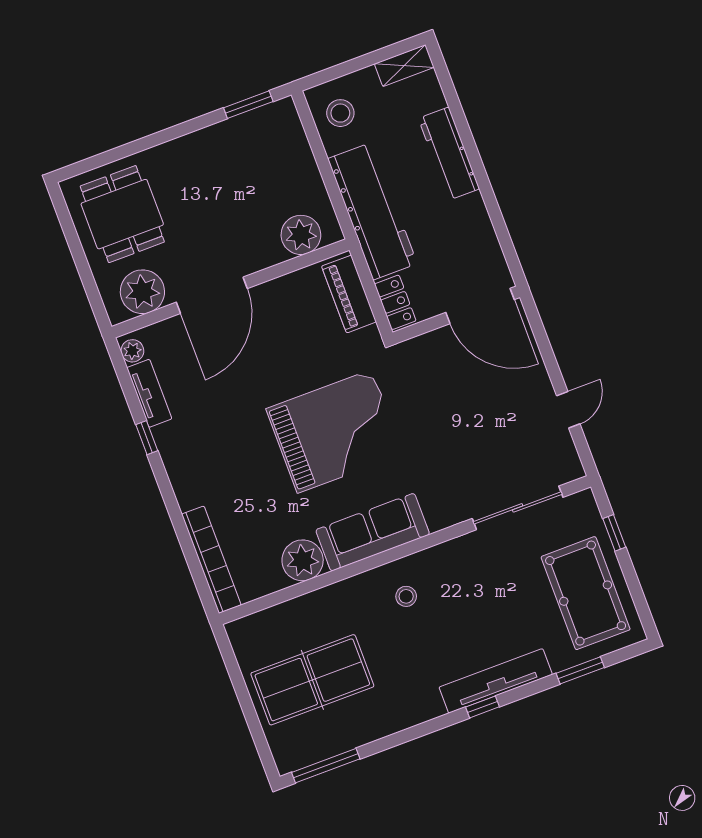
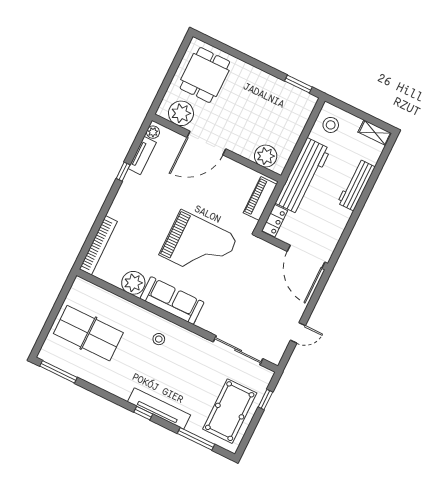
window: (580, 670) -> (196, 439), width x1.44

